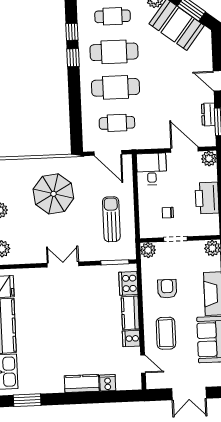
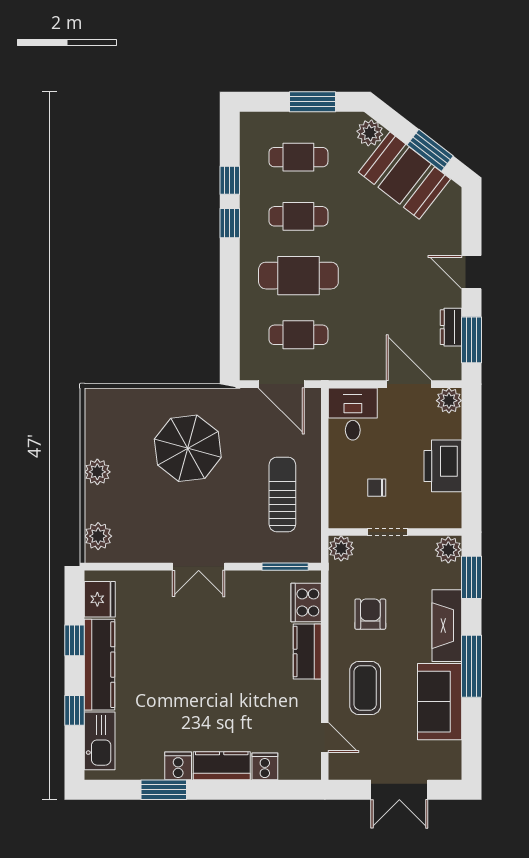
cafe table: (114, 52) -> (298, 216), width x0.73, depth x0.74
double door: (63, 265) -> (199, 567), swing flipped
cooker: (131, 339) -> (178, 766), moved, turned 90
window: (27, 400) -> (164, 790), moved

